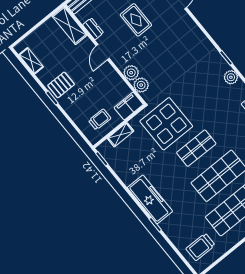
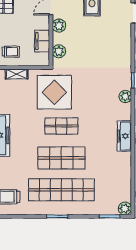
plant: (131, 73) -> (59, 26), moved
filing cabinet: (129, 106) -> (42, 41), moved, turned -90

